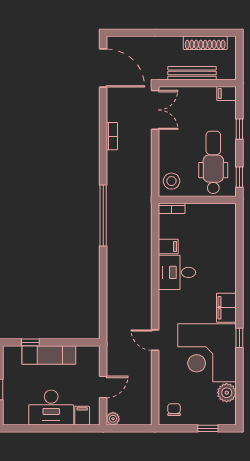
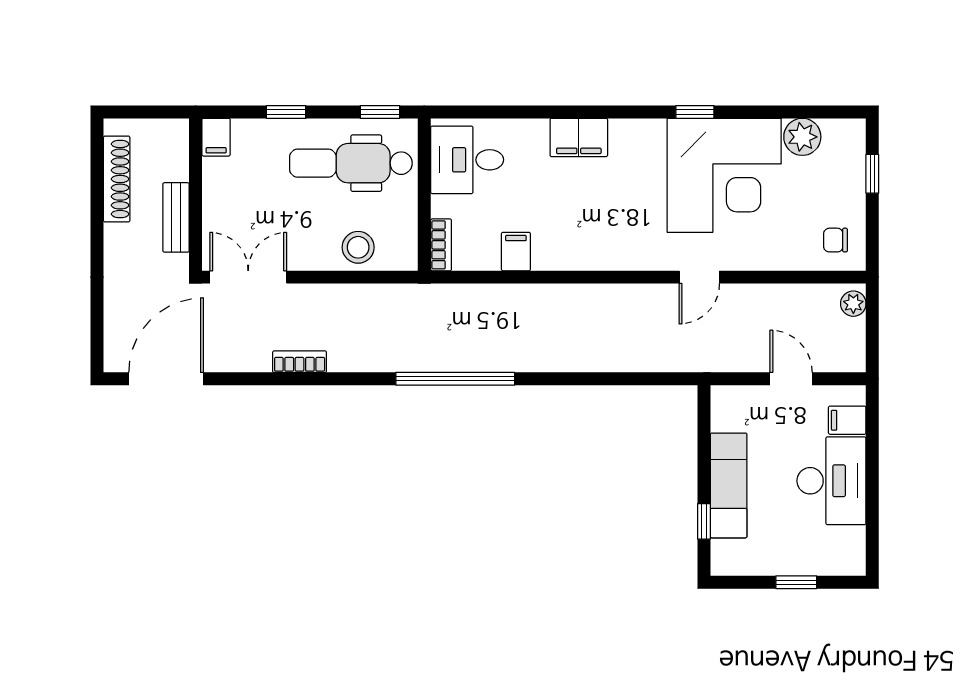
bench: (192, 73) -> (176, 217), width x0.73
stool: (172, 181) -> (358, 247), moved
desk: (177, 272) -> (467, 160), moved, turned 90
filing cabinet: (226, 308) -> (579, 137), moved
plant: (113, 419) -> (853, 304), moved

